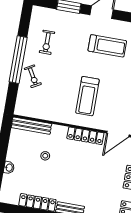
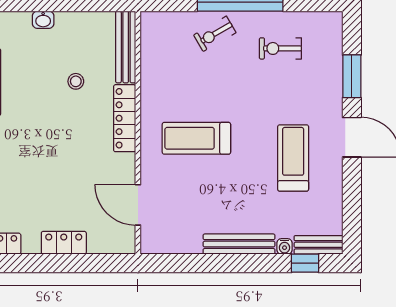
treadmill: (107, 46) -> (293, 158), turned 180
locker: (85, 136) -> (125, 118), moved

